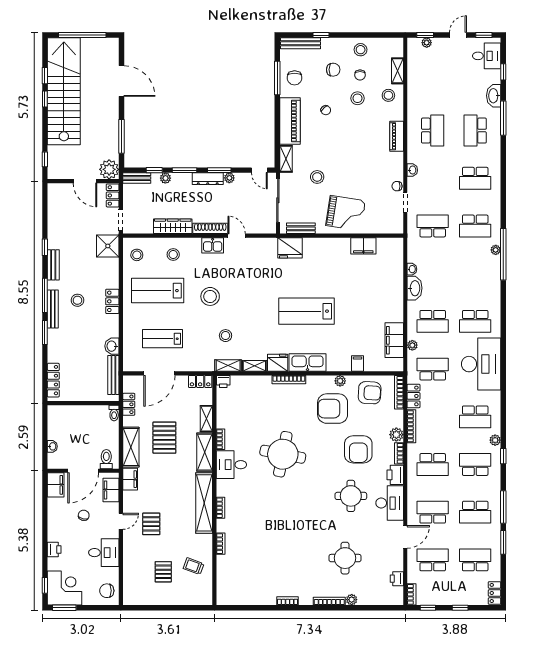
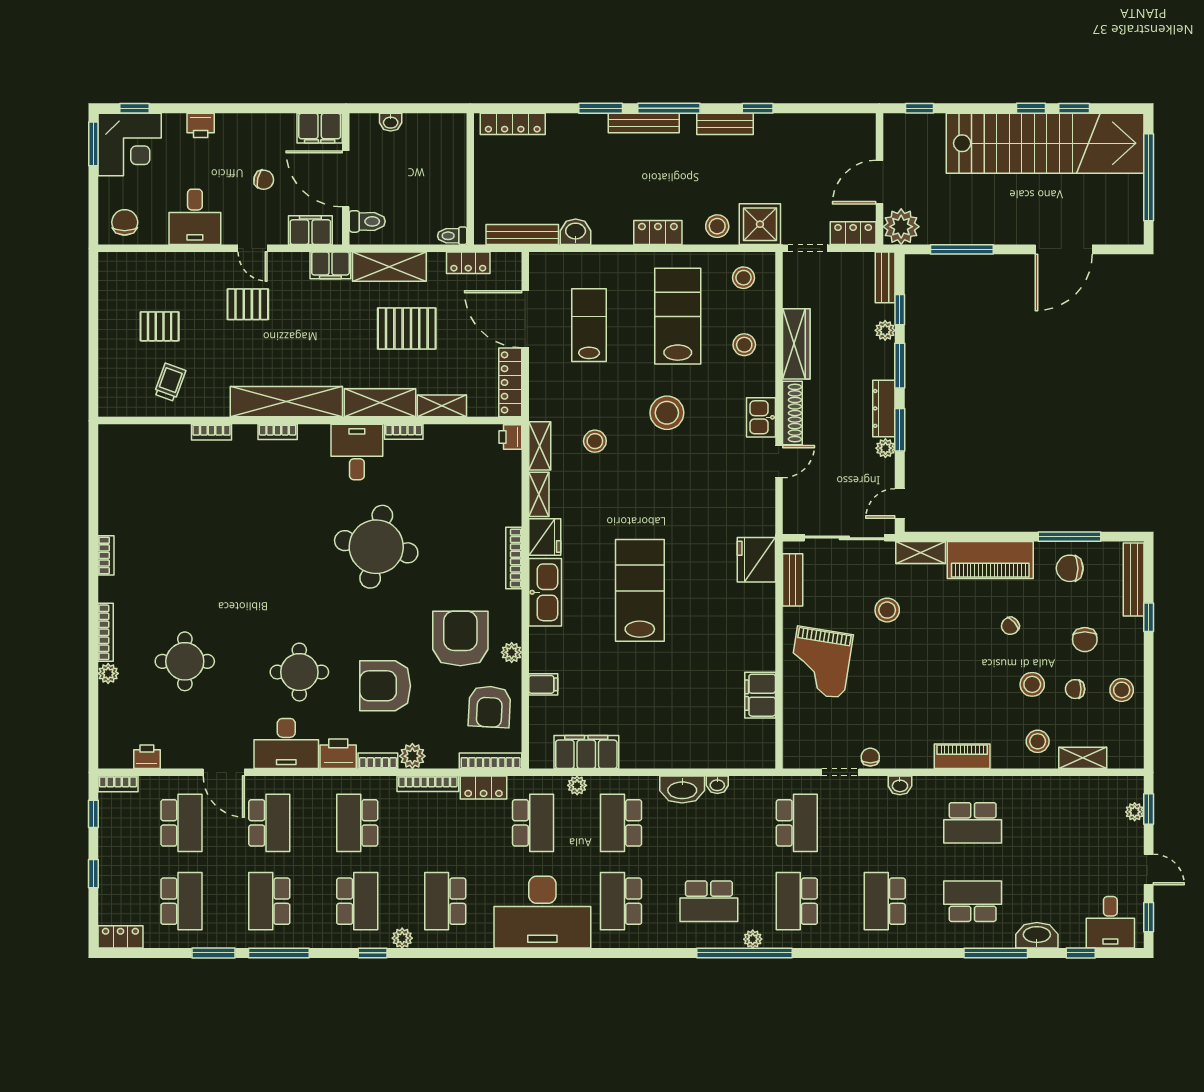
school desk: (475, 274) -> (709, 901), added
stool: (77, 300) -> (717, 226), moved
locker: (200, 381) -> (510, 382), width x1.53

